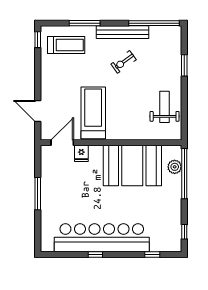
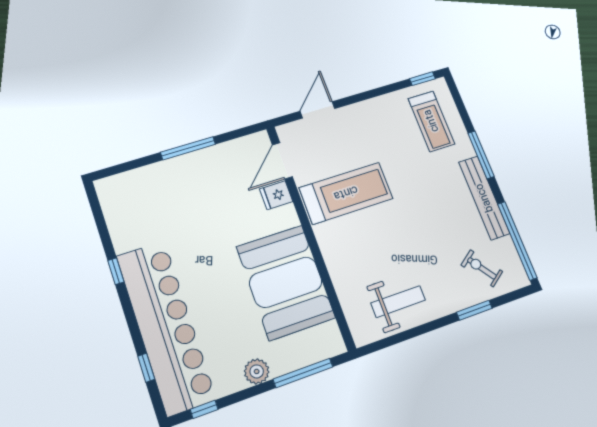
window: (85, 23) -> (481, 155), moved
exercise bike: (124, 62) -> (482, 268), moved
door: (62, 143) -> (282, 161), swing flipped
plant: (175, 167) -> (257, 371), moved
window: (184, 174) -> (303, 373), width x0.68
bar counter: (102, 238) -> (166, 327), moved

